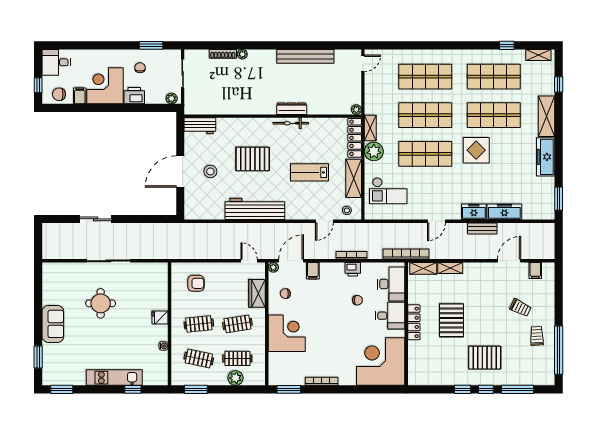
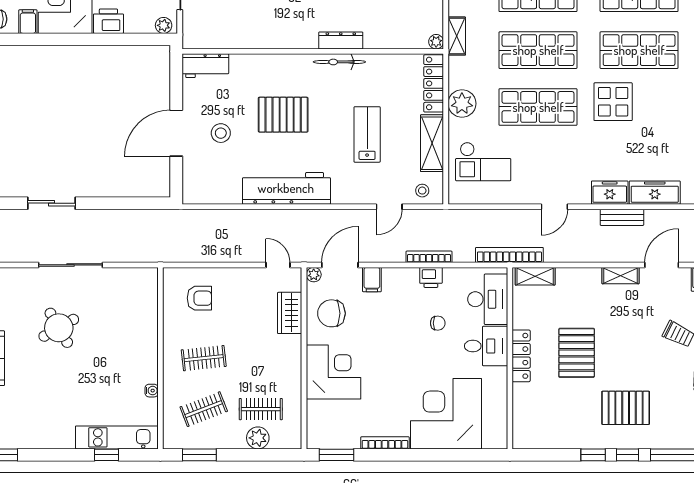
shelving: (370, 128) -> (457, 36), moved
lab bench: (309, 172) -> (367, 134), turned 90
shelving: (450, 268) -> (621, 276), moved
chair: (285, 294) -> (331, 313), width x1.87, depth x1.87
round table: (101, 303) -> (59, 328), turned -30
fridge: (160, 317) -> (146, 348), removed
clothes rail: (237, 324) -> (261, 358), removed
clothes rail: (199, 358) -> (204, 409), turned -33
corner desk: (381, 362) -> (446, 414), moved
kitchen unit: (114, 378) -> (117, 437), moved

